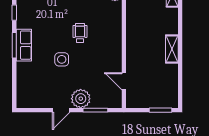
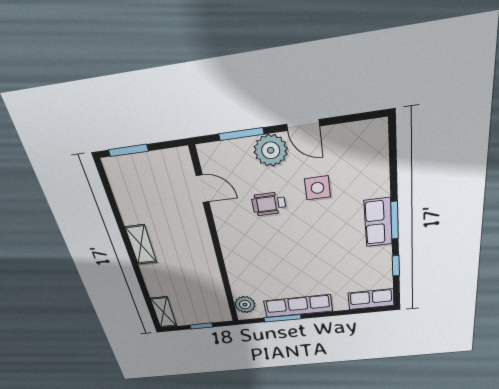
wheelchair: (80, 33) -> (269, 204), moved, turned 90
side table: (62, 59) -> (318, 188), moved
door: (61, 110) -> (303, 125), swing flipped

